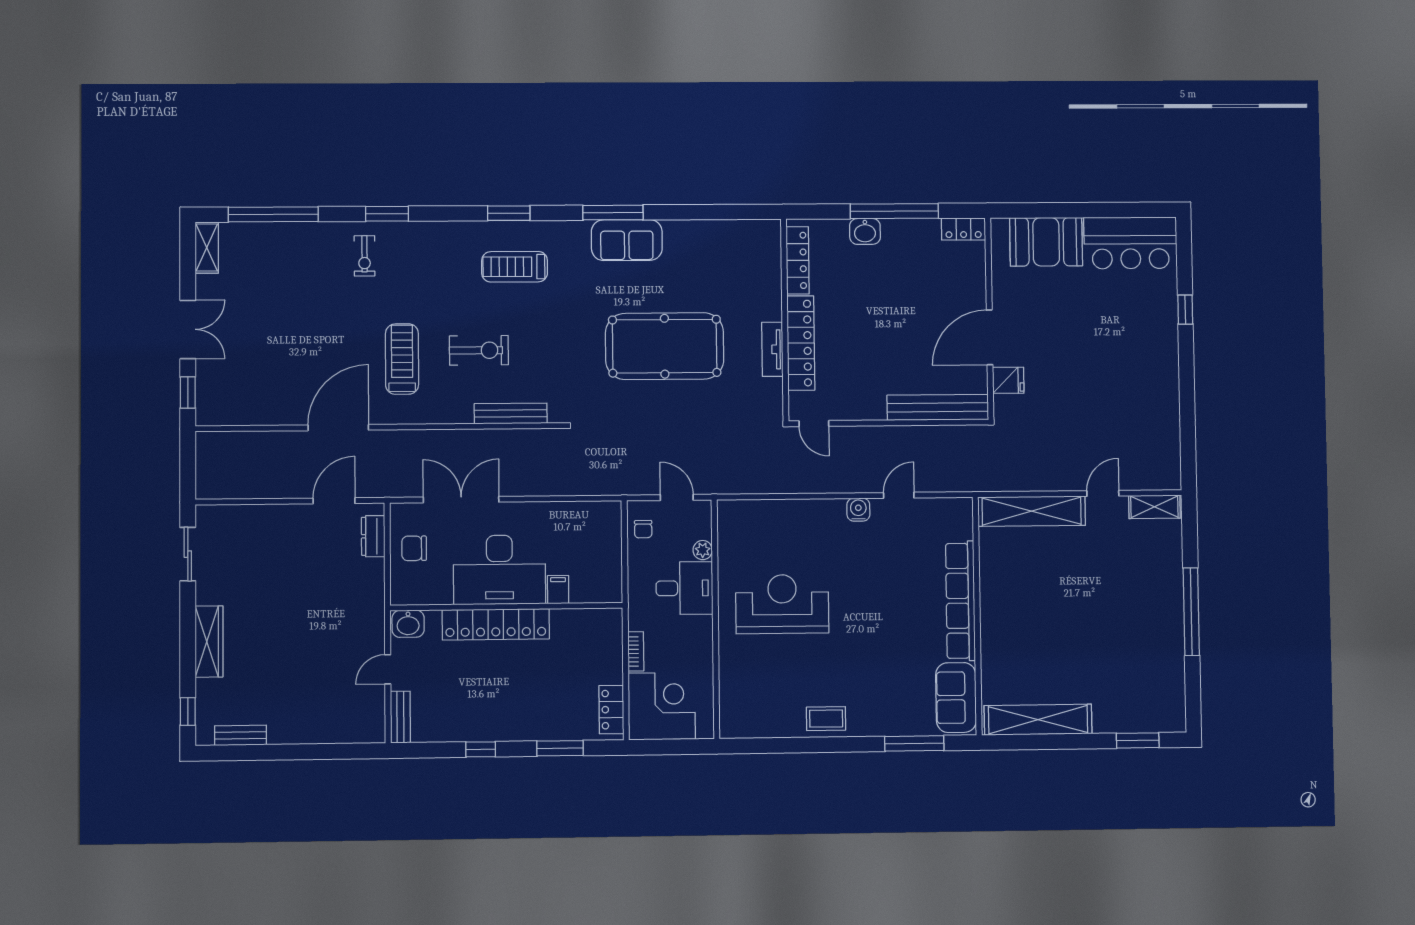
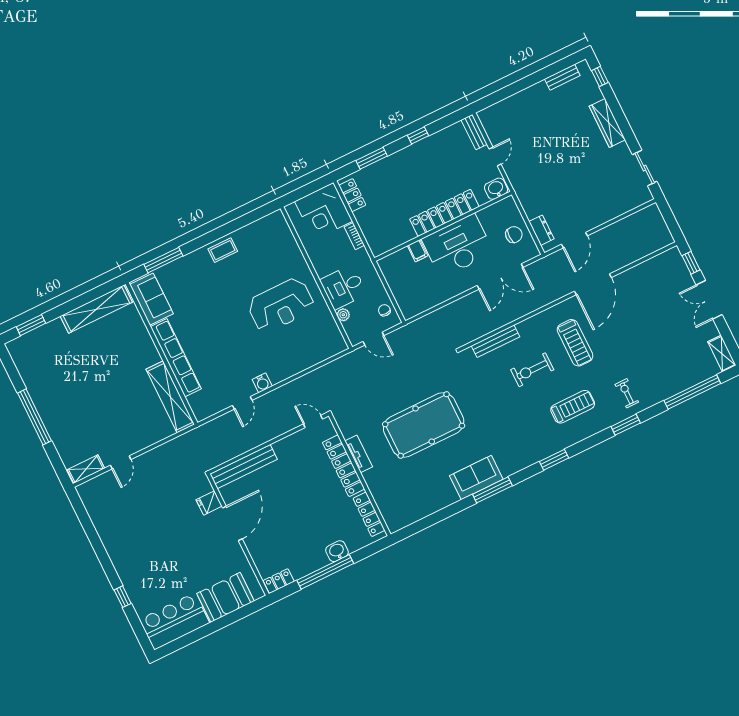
treadmill: (515, 267) -> (573, 407), moved
shelving: (1032, 511) -> (170, 397), moved, turned 90

